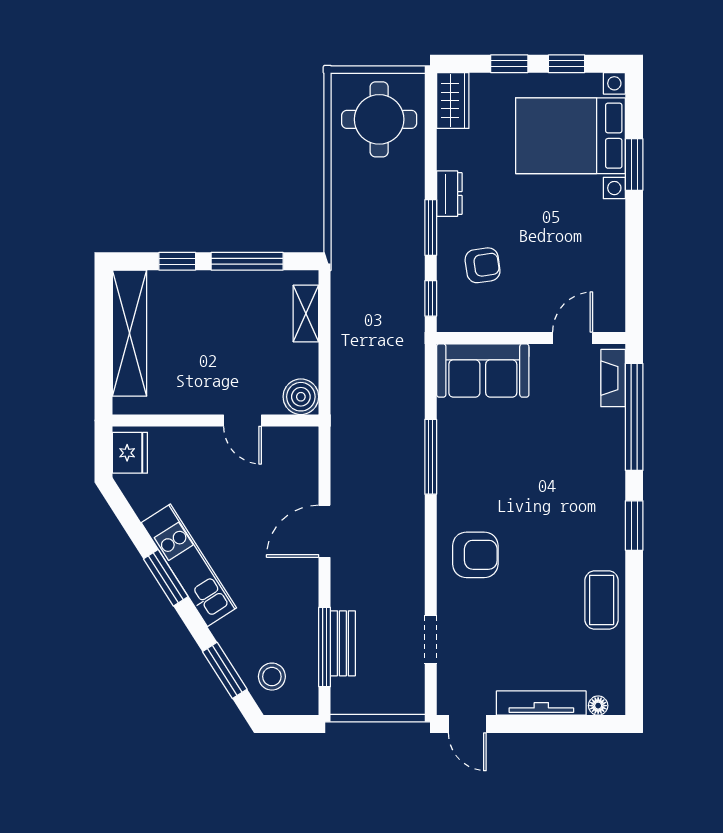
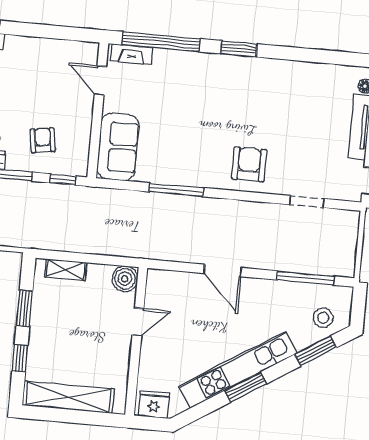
window: (247, 261) -> (24, 308), width x0.69
kitchen unit: (189, 565) -> (238, 370), width x1.36
coffee table: (602, 600) -> (290, 77), removed
bench: (343, 643) -> (304, 265), removed

